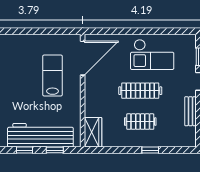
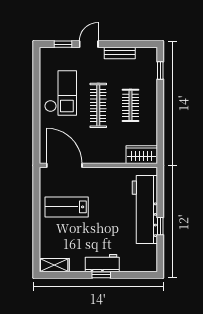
lab bench: (53, 75) -> (67, 207), moved
window: (55, 150) -> (160, 195), removed
window: (150, 150) -> (160, 70), moved

